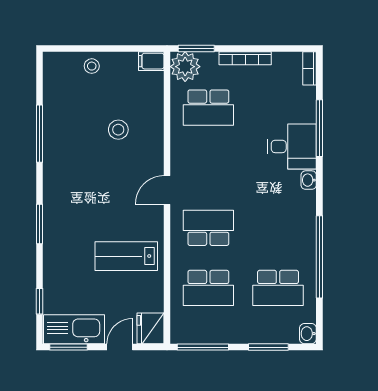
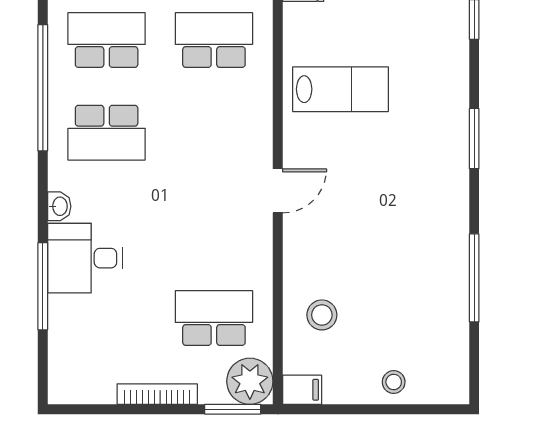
bookcase: (310, 68) -> (58, 378), removed
stool: (118, 130) -> (322, 315), moved
school desk: (208, 228) -> (107, 133), moved

